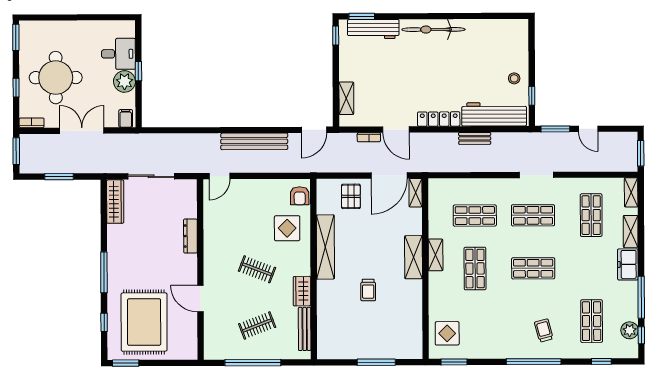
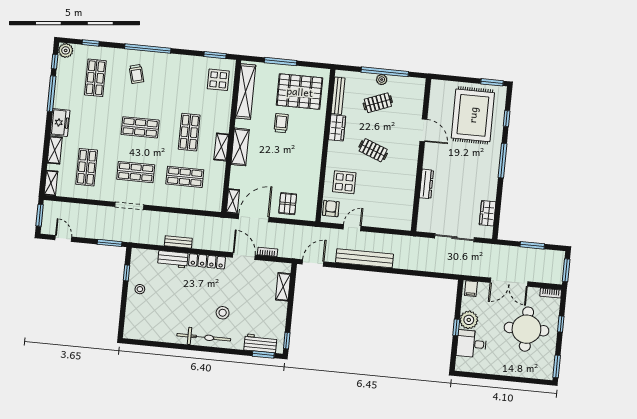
workbench: (373, 29) -> (260, 343), width x0.73
stool: (414, 61) -> (223, 313), added
workbench: (494, 114) -> (173, 259), width x0.53, depth x0.76
door: (588, 129) -> (63, 238), moved
door: (219, 176) -> (352, 228), moved
wardrobe: (115, 202) -> (488, 213), width x0.67
shelving: (325, 247) -> (246, 92), moved
pallet: (350, 329) -> (300, 92), added
plant: (630, 330) -> (66, 50), moved
plant: (255, 353) -> (382, 80), added

